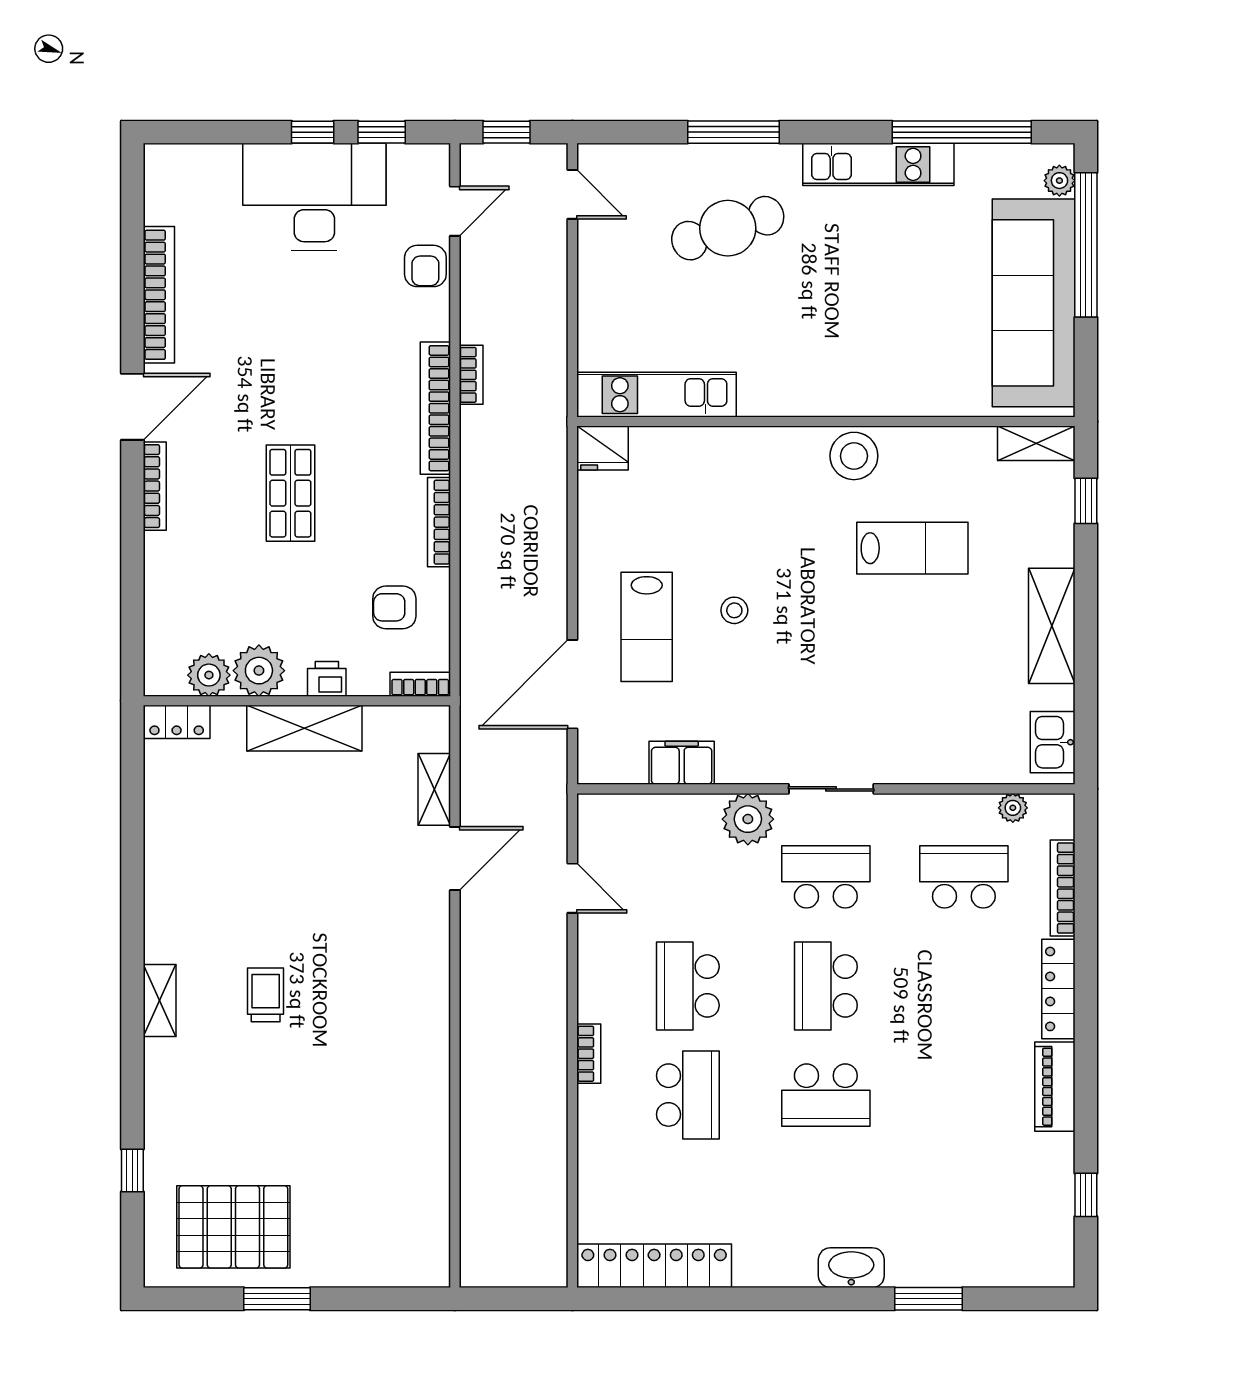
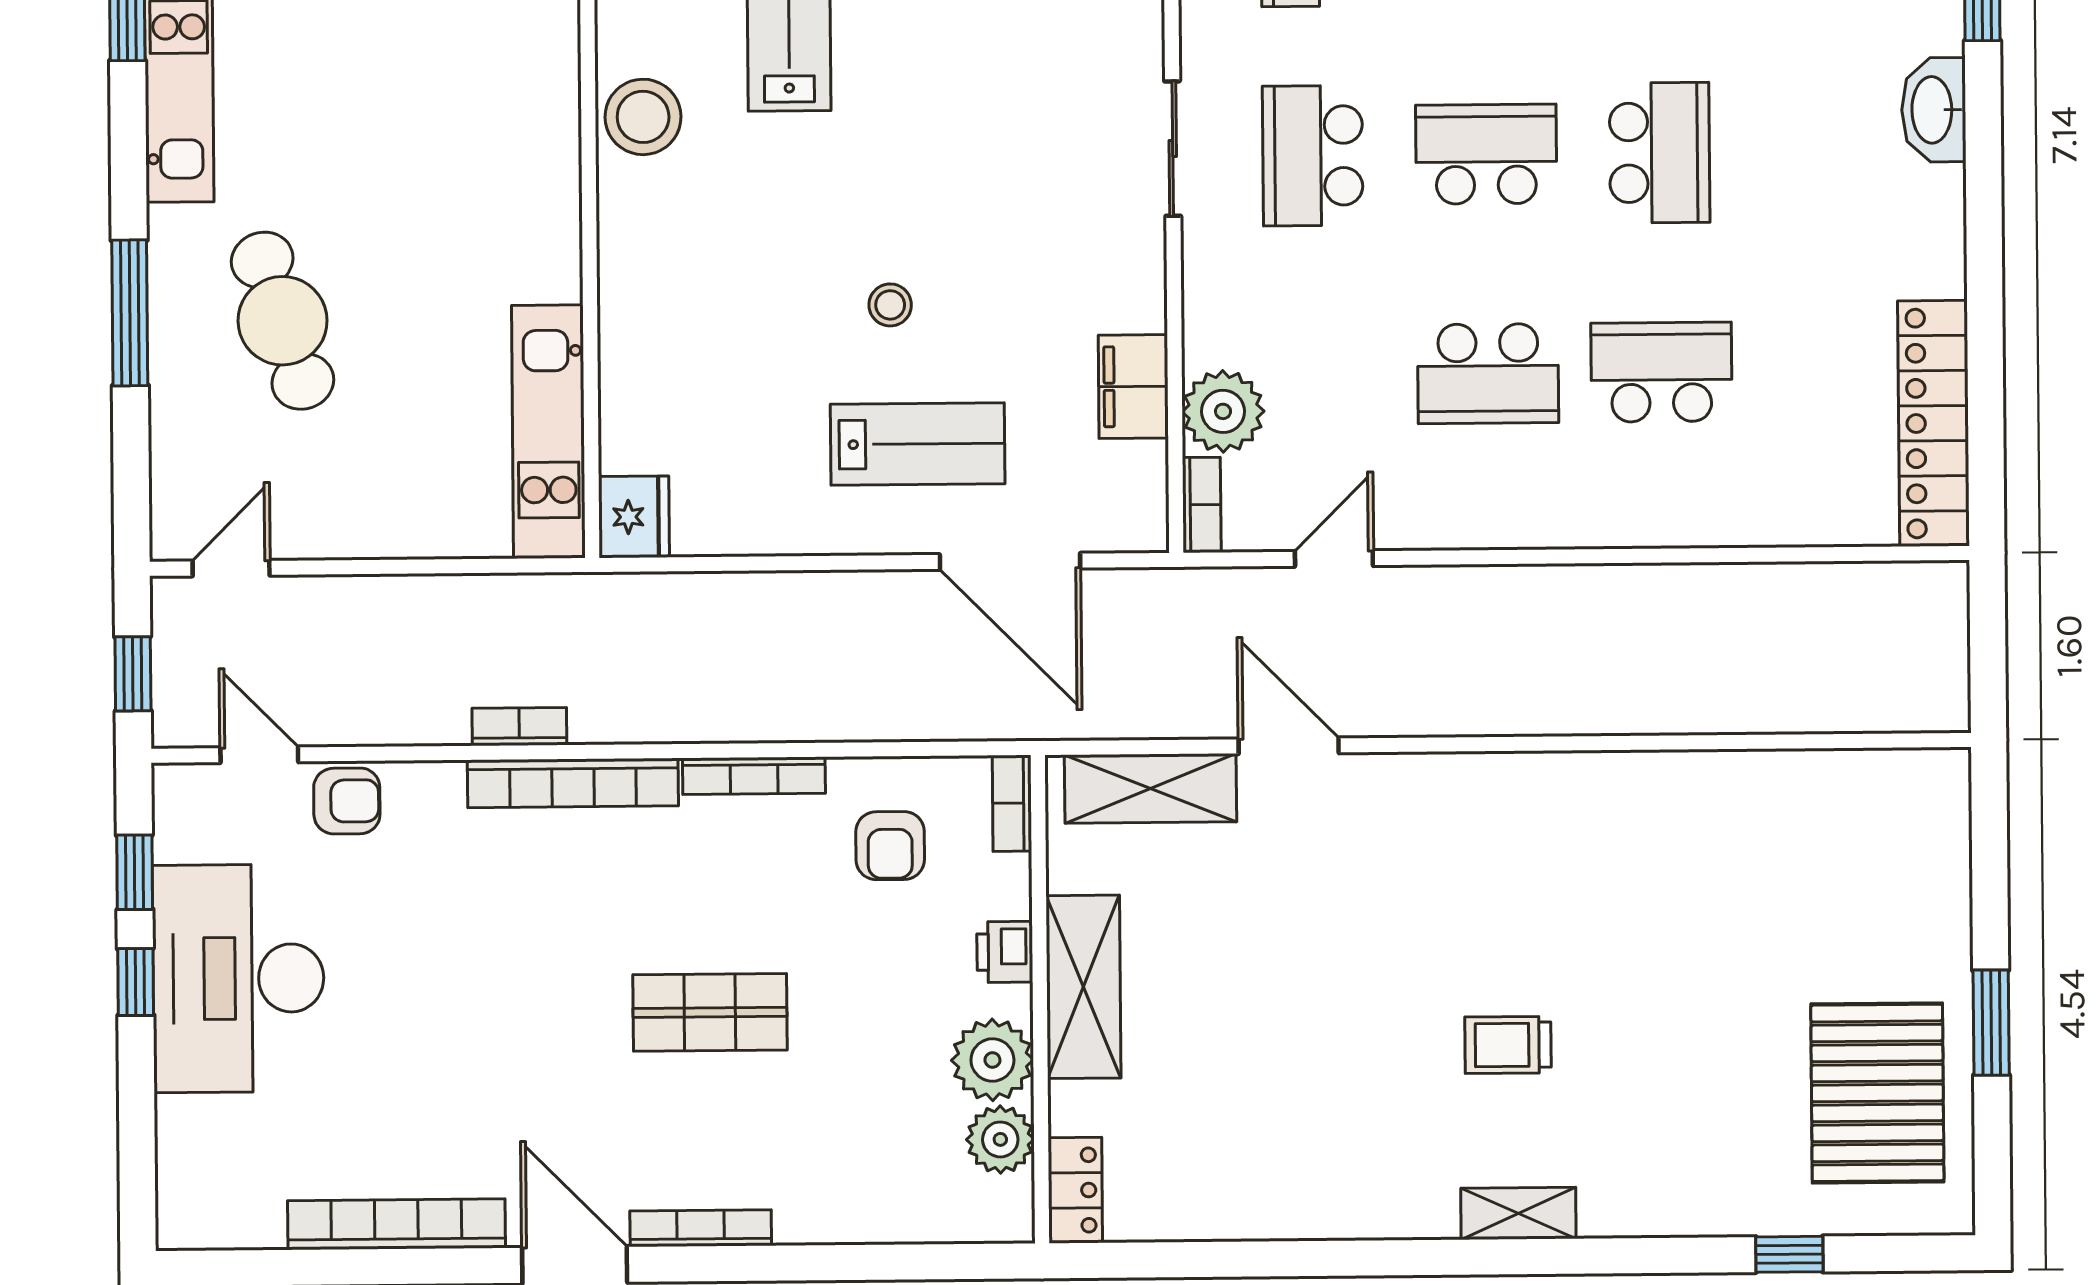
shelving: (434, 789) -> (1151, 788), width x1.50, depth x1.33
plant: (748, 819) -> (1223, 411), moved
school desk: (826, 986) -> (1486, 154), turned 180
bookcase: (589, 1054) -> (1202, 505), moved, turned 90

